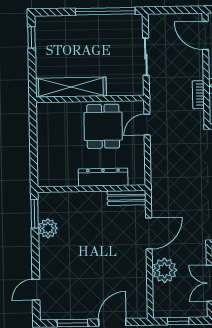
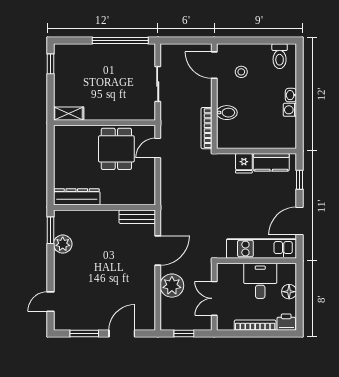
shelving: (71, 87) -> (69, 114), width x0.45, depth x0.75
bookcase: (198, 95) -> (207, 128), width x1.56
dresser: (103, 177) -> (77, 197), moved

